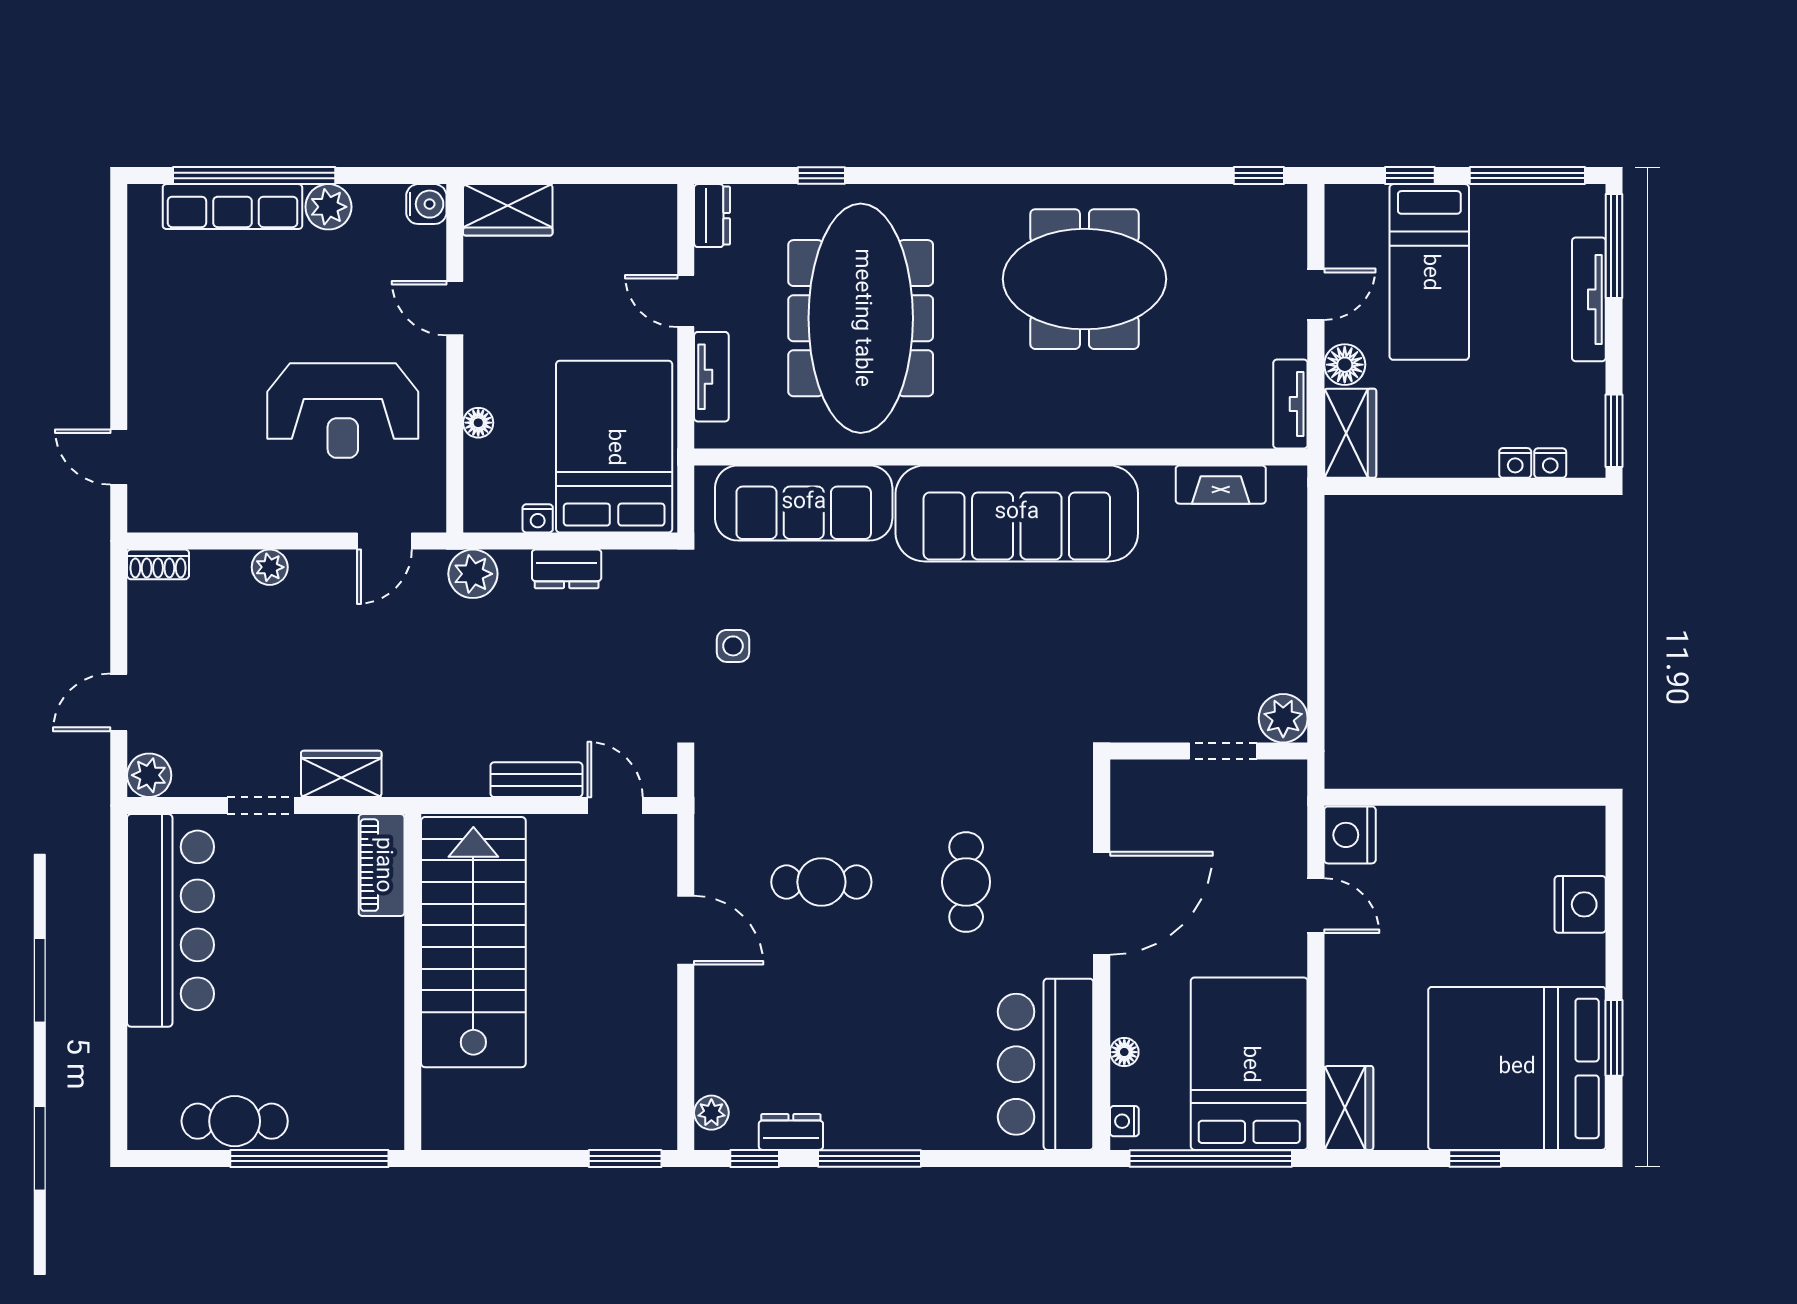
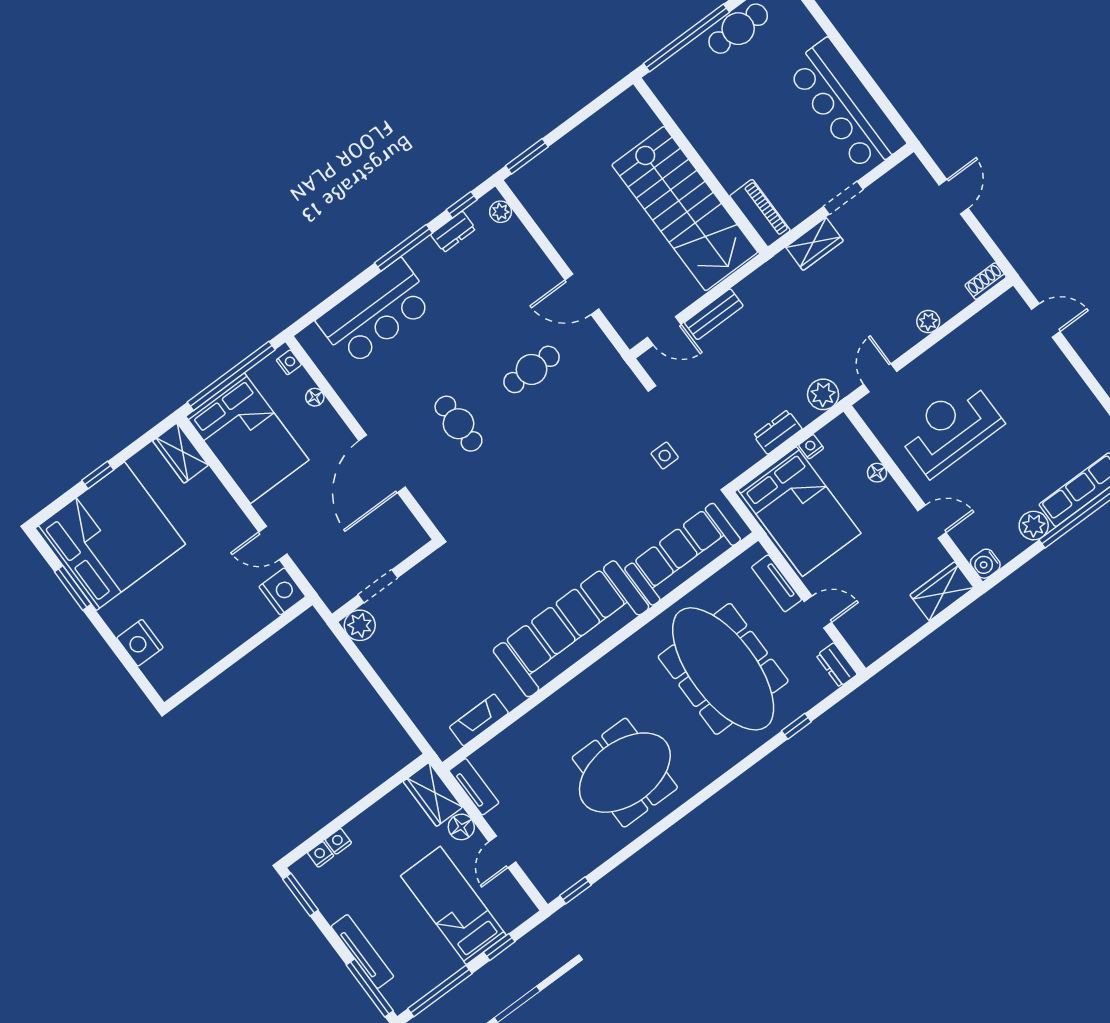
plant: (149, 775) -> (911, 171), removed
bar counter: (1046, 1064) -> (376, 313), moved, turned 90

